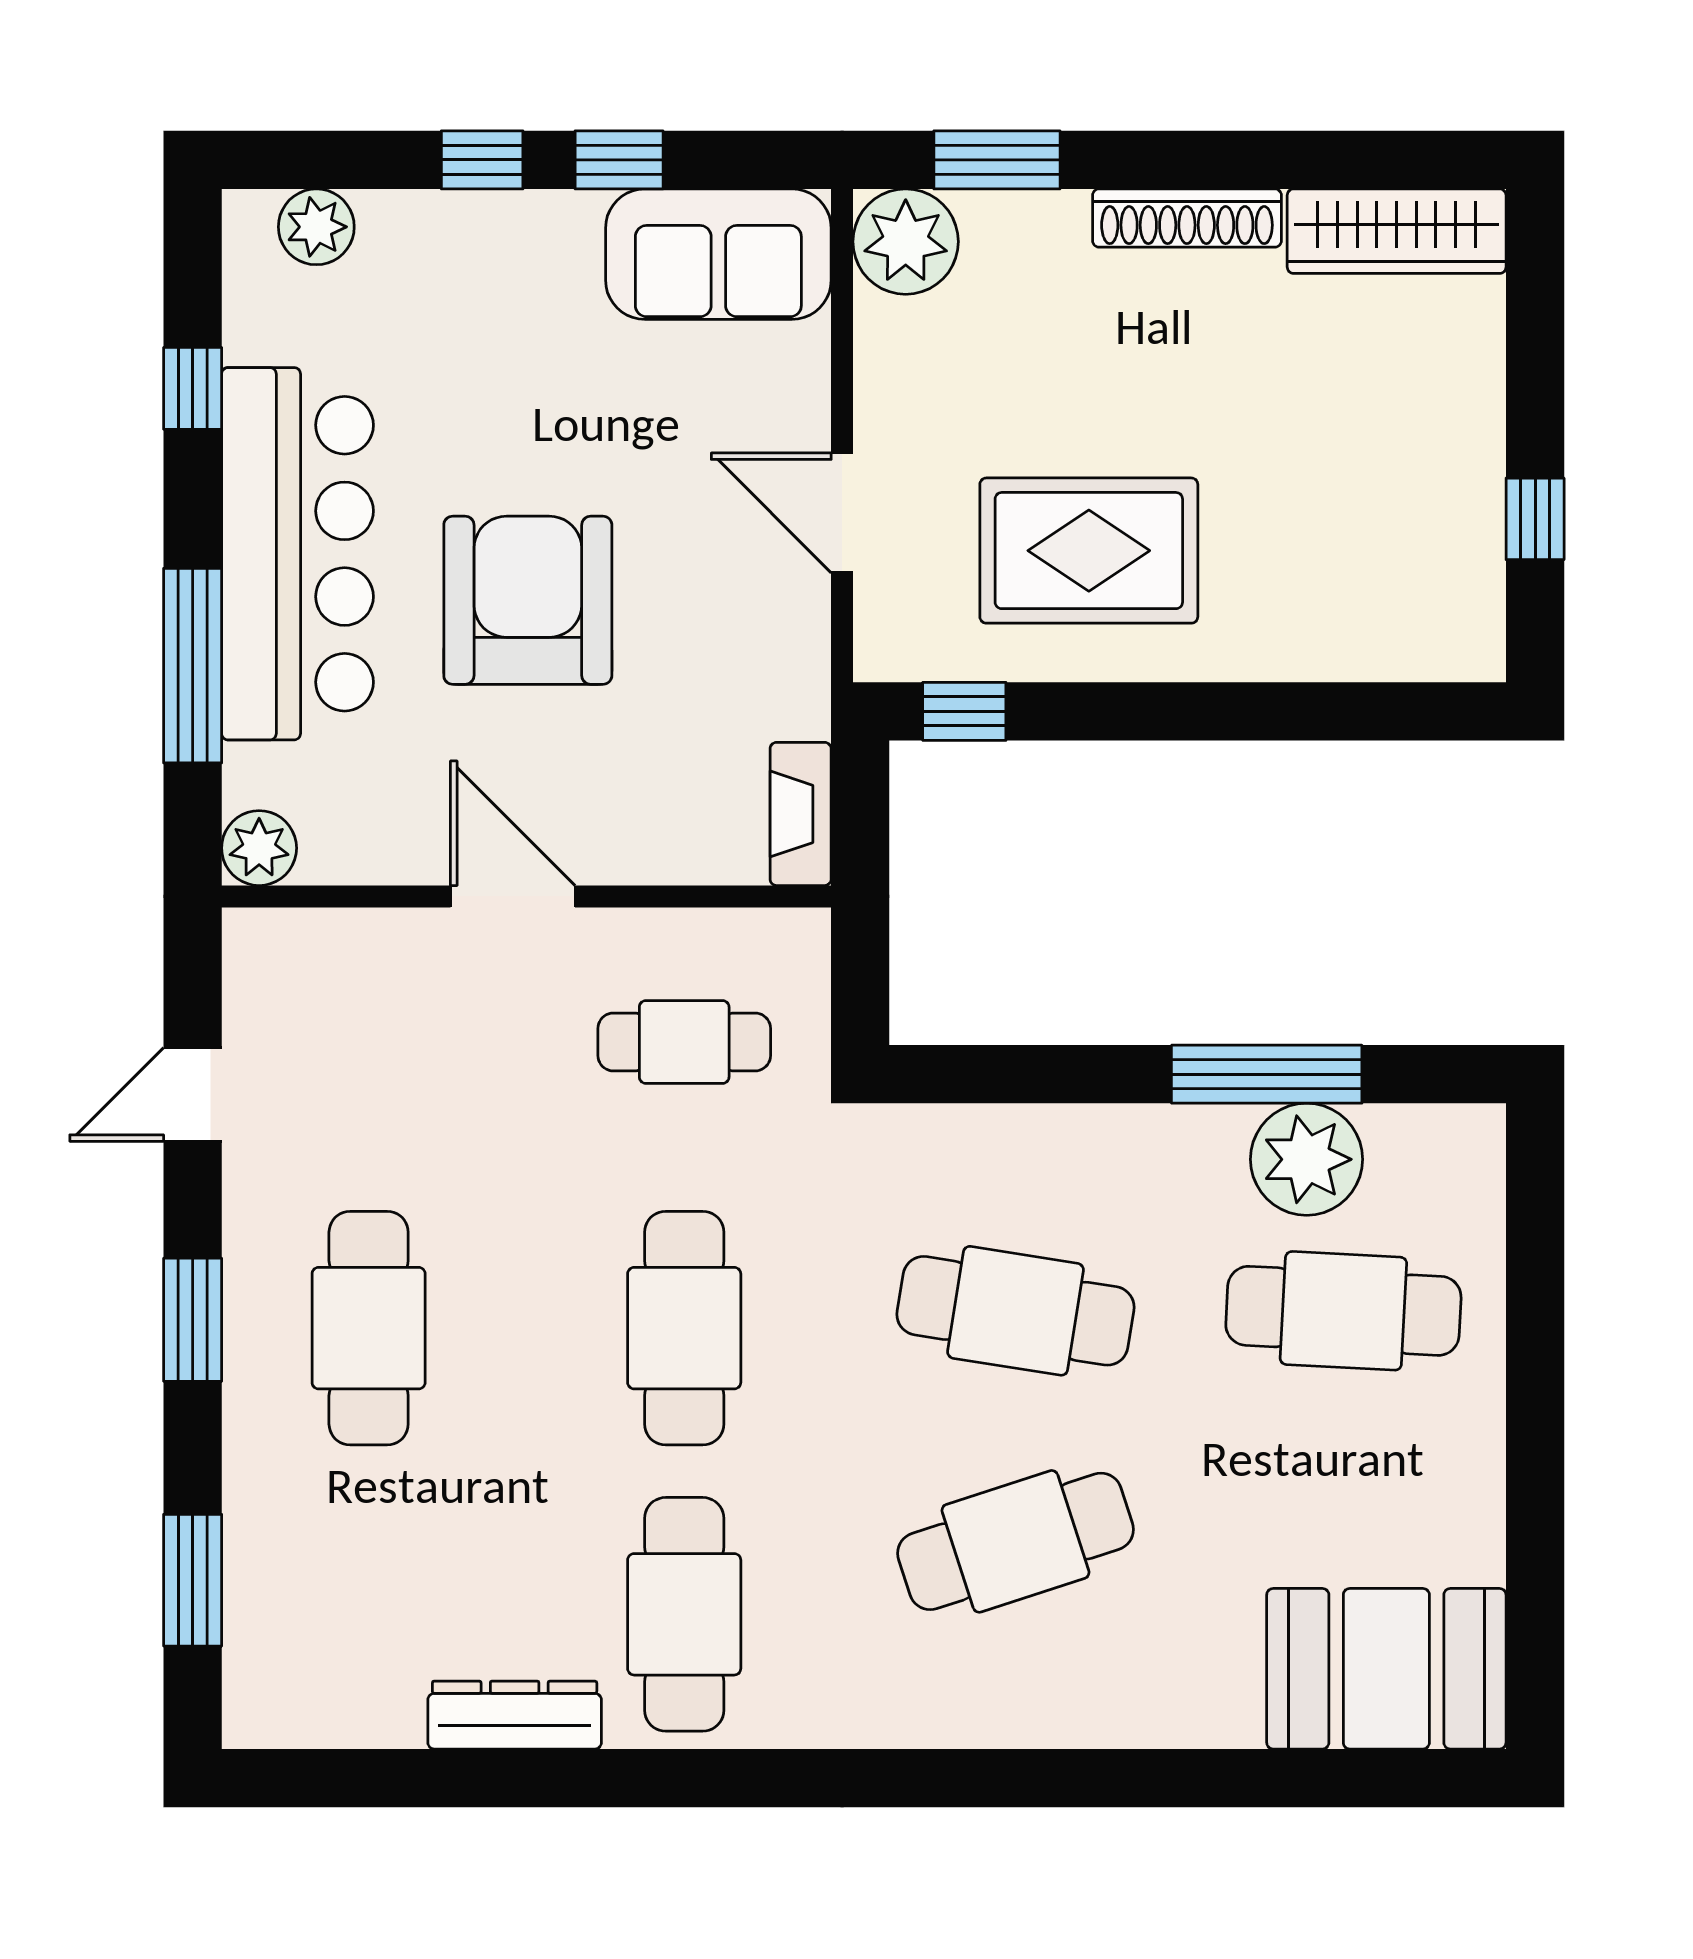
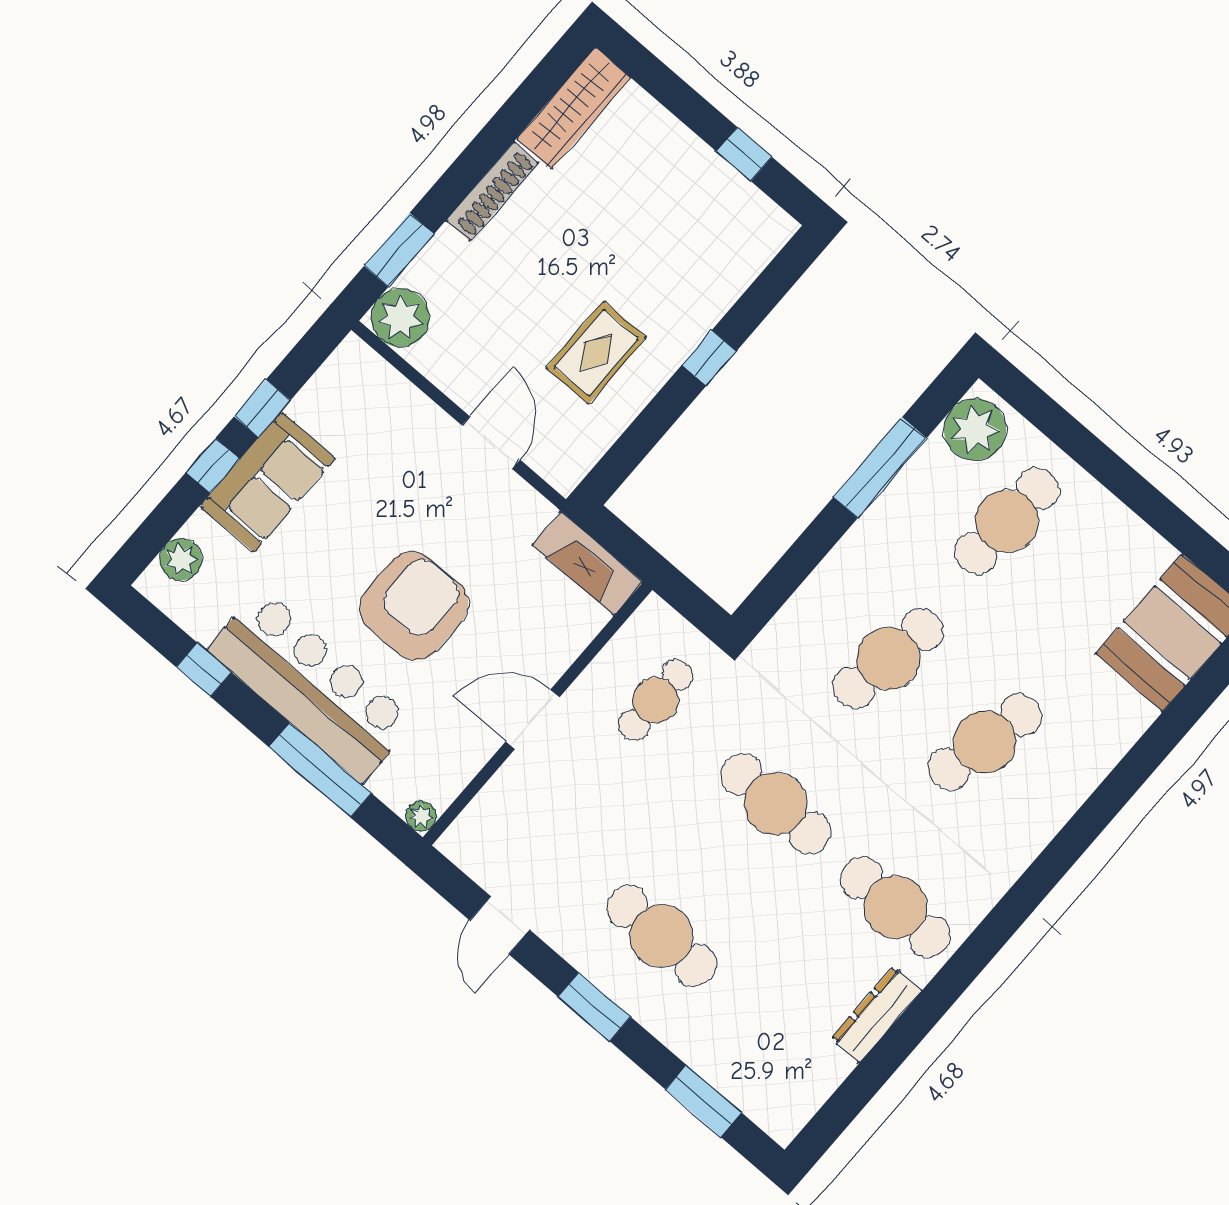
sofa: (718, 254) -> (268, 482), moved
door: (842, 513) -> (491, 443), swing flipped
rug: (1089, 551) -> (596, 353), width x0.73, depth x0.70
armchair: (528, 600) -> (414, 606), turned 90
window: (964, 711) -> (709, 358), moved
fireplace: (801, 814) -> (588, 563), width x1.37, depth x1.32
plant: (259, 848) -> (421, 816), width x0.73, depth x0.73
plant: (1307, 1159) -> (975, 430), moved
cafe table: (1016, 1541) -> (985, 742), turned 30

